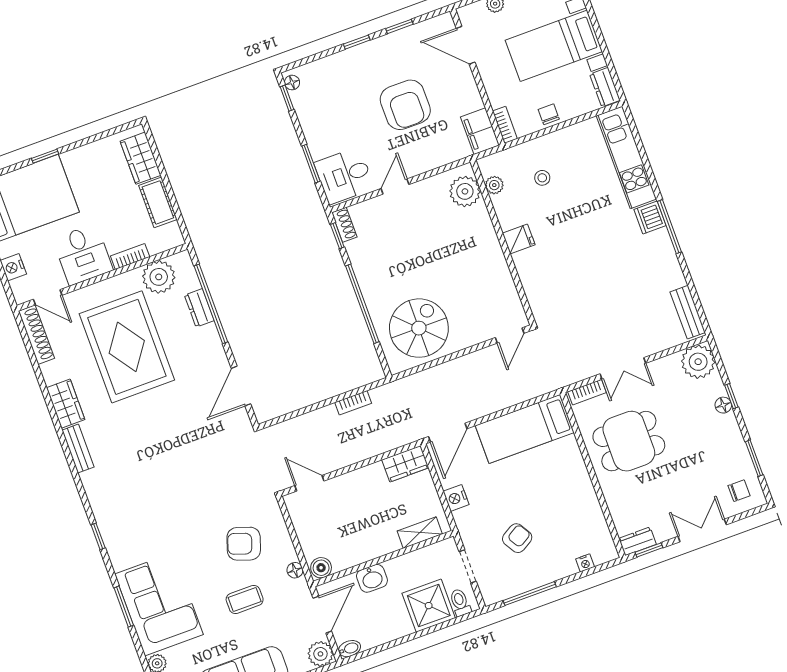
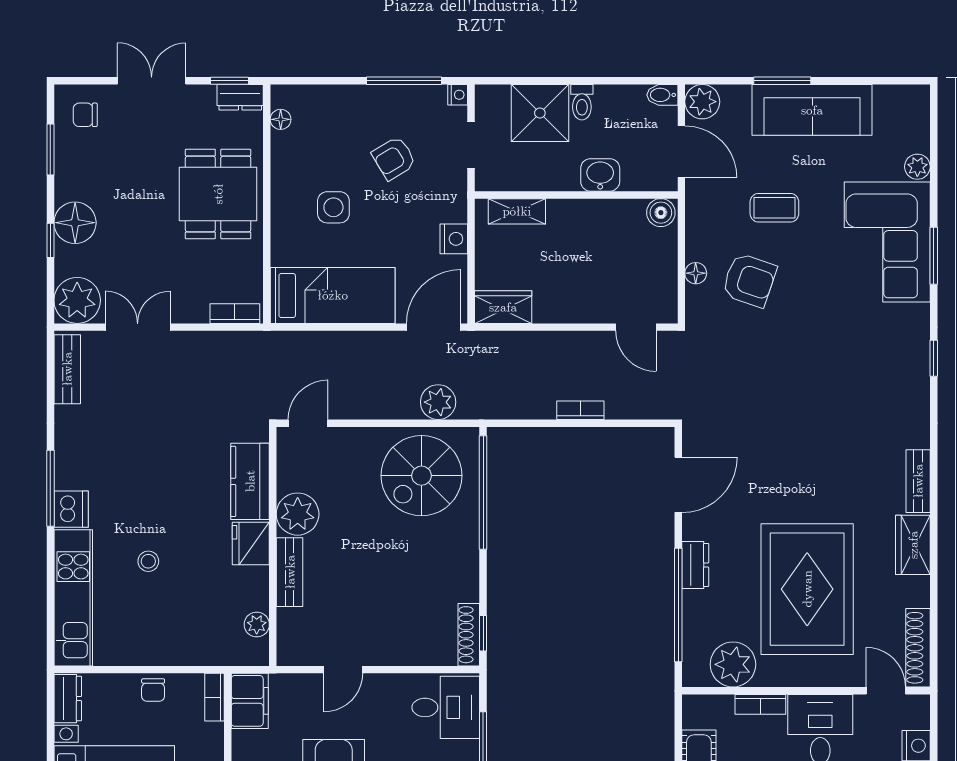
stool: (542, 178) -> (148, 561), moved
door: (395, 186) -> (343, 670), moved
plant: (465, 191) -> (298, 514), moved
shoe rack: (344, 225) -> (469, 635), width x1.43
bench: (485, 229) -> (290, 572), added
fridge: (519, 239) -> (251, 543), width x1.38
kitchen counter: (535, 281) -> (250, 481), added
window: (362, 304) -> (483, 492), moved
dresser: (199, 308) -> (695, 565), moved
double door: (623, 369) -> (138, 327), moved
plant: (426, 382) -> (438, 402), added
bookcase: (353, 403) -> (580, 410), moved
floor lamp: (723, 405) -> (75, 223), width x1.89, depth x1.89
dining table: (629, 441) -> (218, 194), moved, turned 90
side table: (546, 489) -> (333, 207), added
double door: (702, 530) -> (152, 81), swing flipped
floor lamp: (604, 536) -> (281, 119), added
nightstand: (585, 563) -> (458, 95), moved, turned 90
floor lamp: (295, 570) -> (696, 273), moved
toilet: (460, 602) -> (582, 102), moved
door: (322, 615) -> (681, 152), swing flipped

